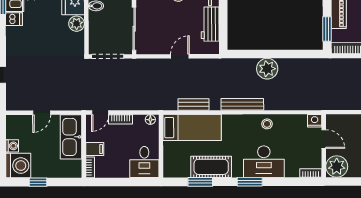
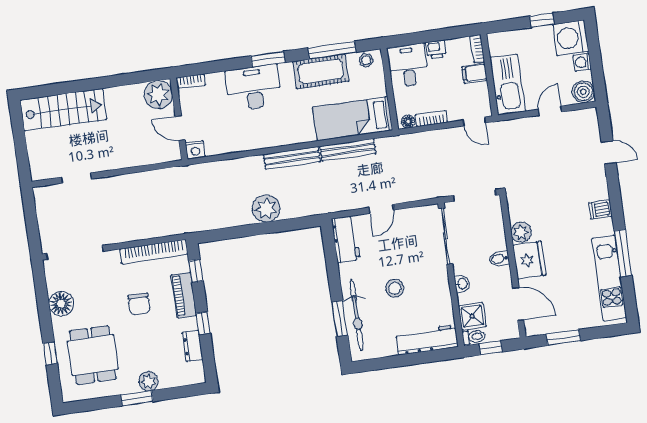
dishwasher: (14, 19) -> (600, 210), moved
workbench: (210, 24) -> (346, 239), moved
window: (327, 29) -> (196, 271), width x0.67
bench: (193, 104) -> (348, 150), width x1.36
door: (100, 113) -> (474, 121), swing flipped
bookcase: (120, 119) -> (431, 119), moved
boiler: (14, 123) -> (583, 92), added
stool: (267, 124) -> (366, 60), moved
printer: (121, 171) -> (436, 49), added
window: (200, 182) -> (332, 50), width x1.44

